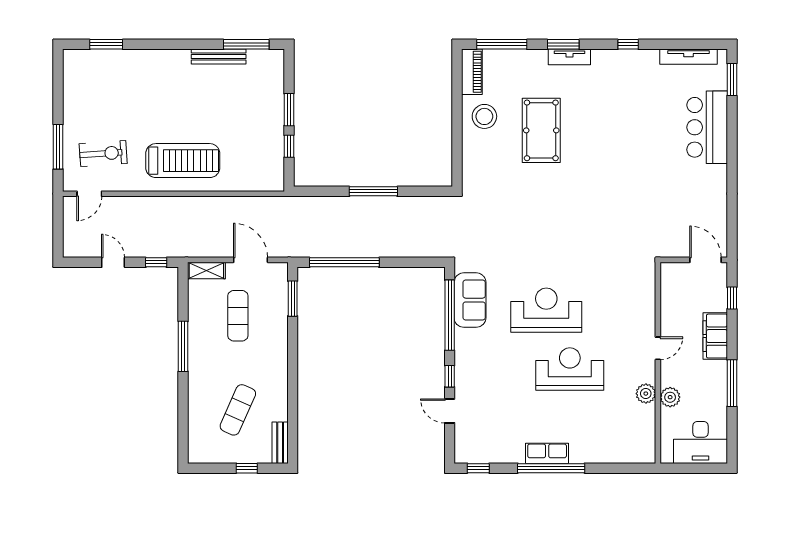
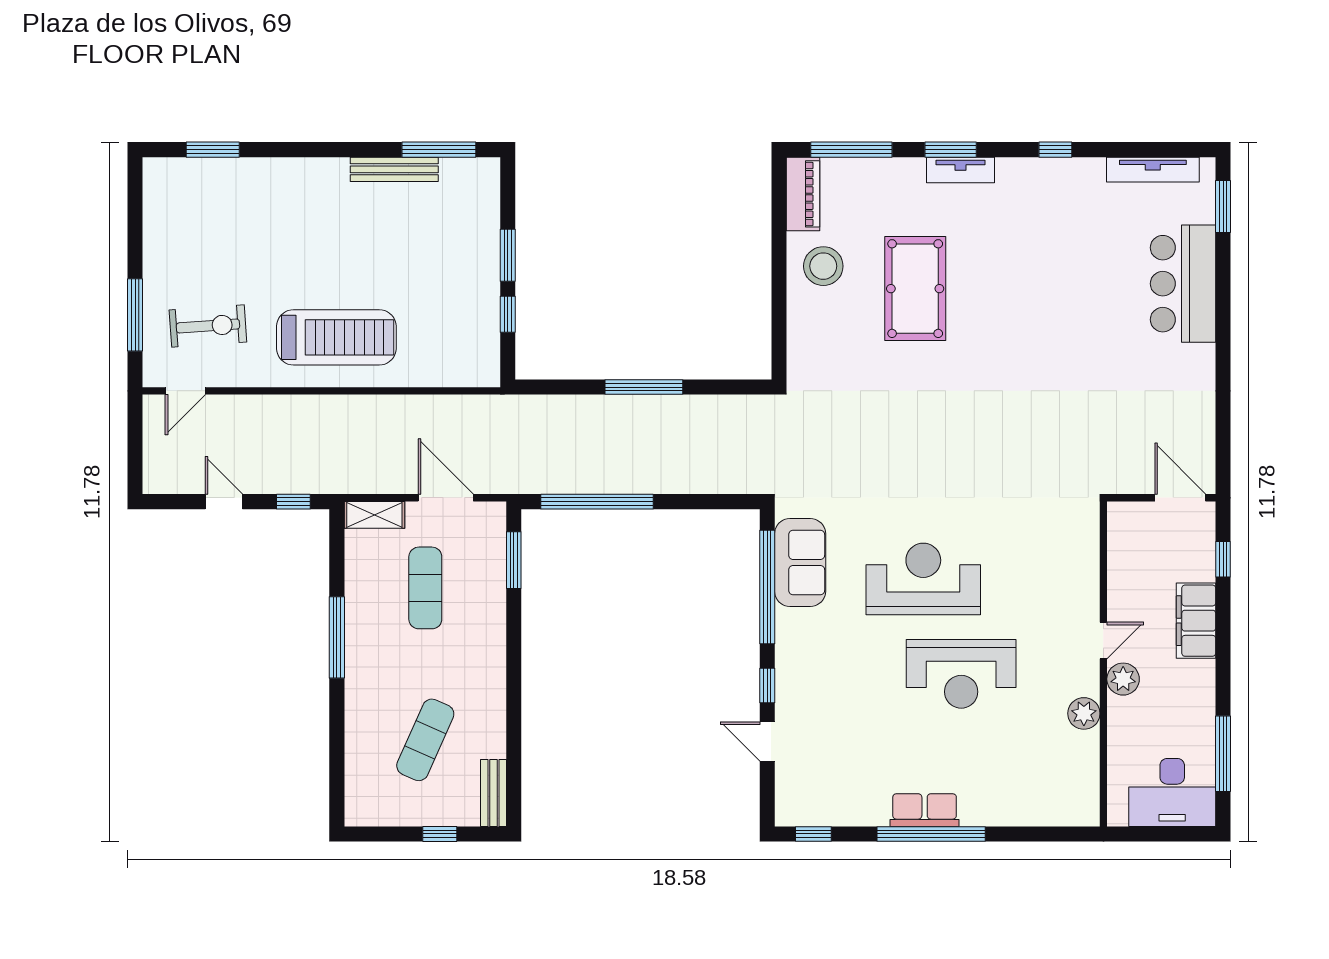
reception desk: (570, 369) -> (961, 674), turned 180
window: (732, 383) -> (1223, 754), moved
plant: (670, 397) -> (1123, 679), moved

